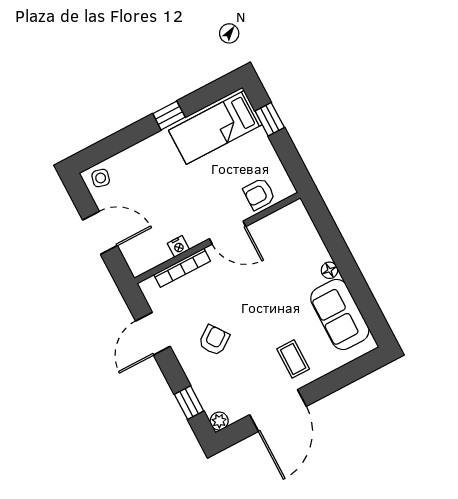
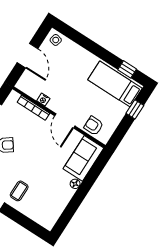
window: (169, 115) -> (127, 69), moved
sofa: (340, 314) -> (83, 158), moved

